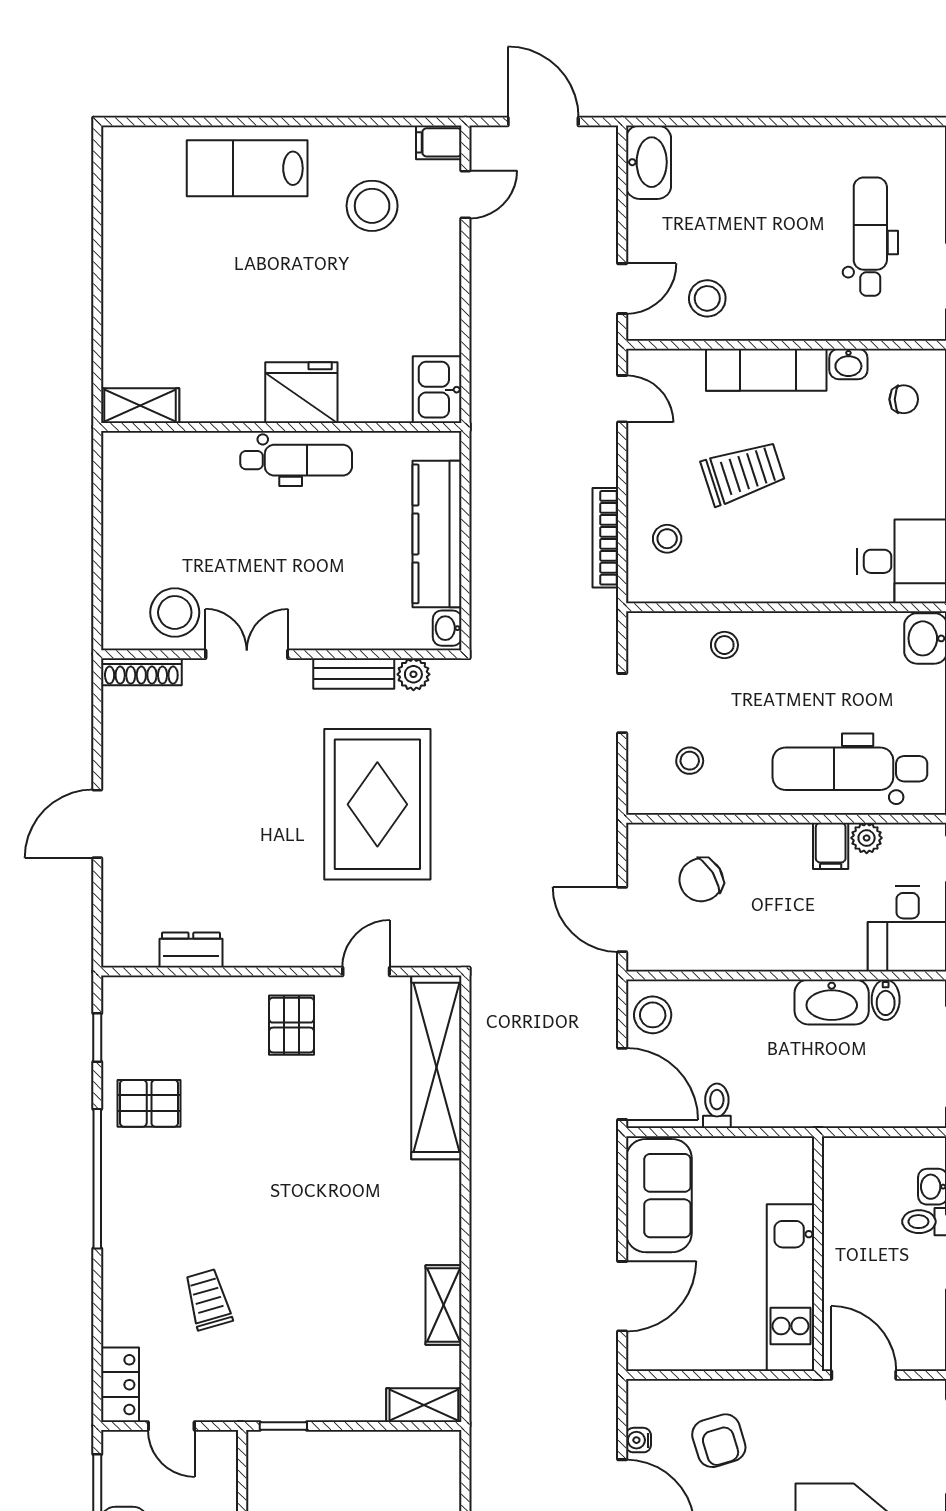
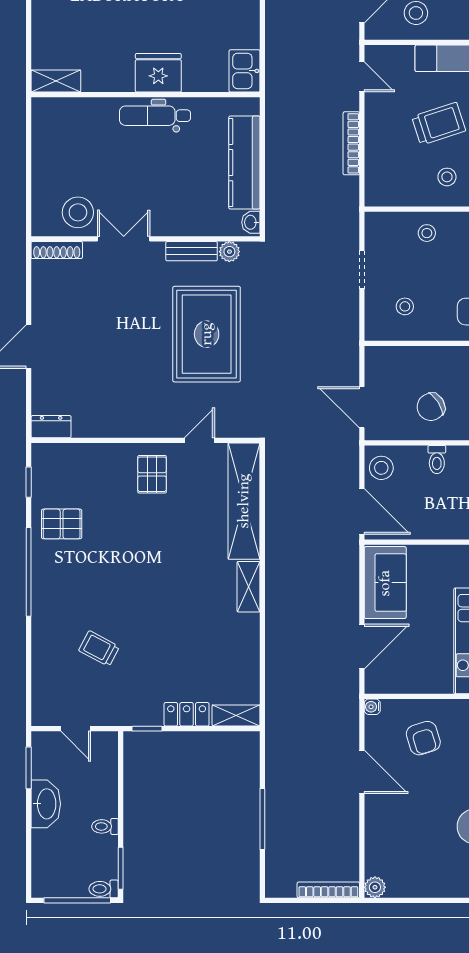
dental chair: (296, 460) -> (155, 116), turned 180
bookcase: (605, 538) -> (351, 143), moved
stool: (667, 539) -> (447, 177), moved
chair: (701, 880) -> (431, 407), moved
dresser: (191, 950) -> (51, 427), moved
toilet: (717, 1106) -> (437, 459), moved, turned 180
trolley: (208, 1300) -> (99, 649), turned -46
shelving: (444, 1305) -> (249, 587), moved
locker: (120, 1385) -> (187, 714), moved, turned -90
water cooler: (638, 1440) -> (372, 707), moved

